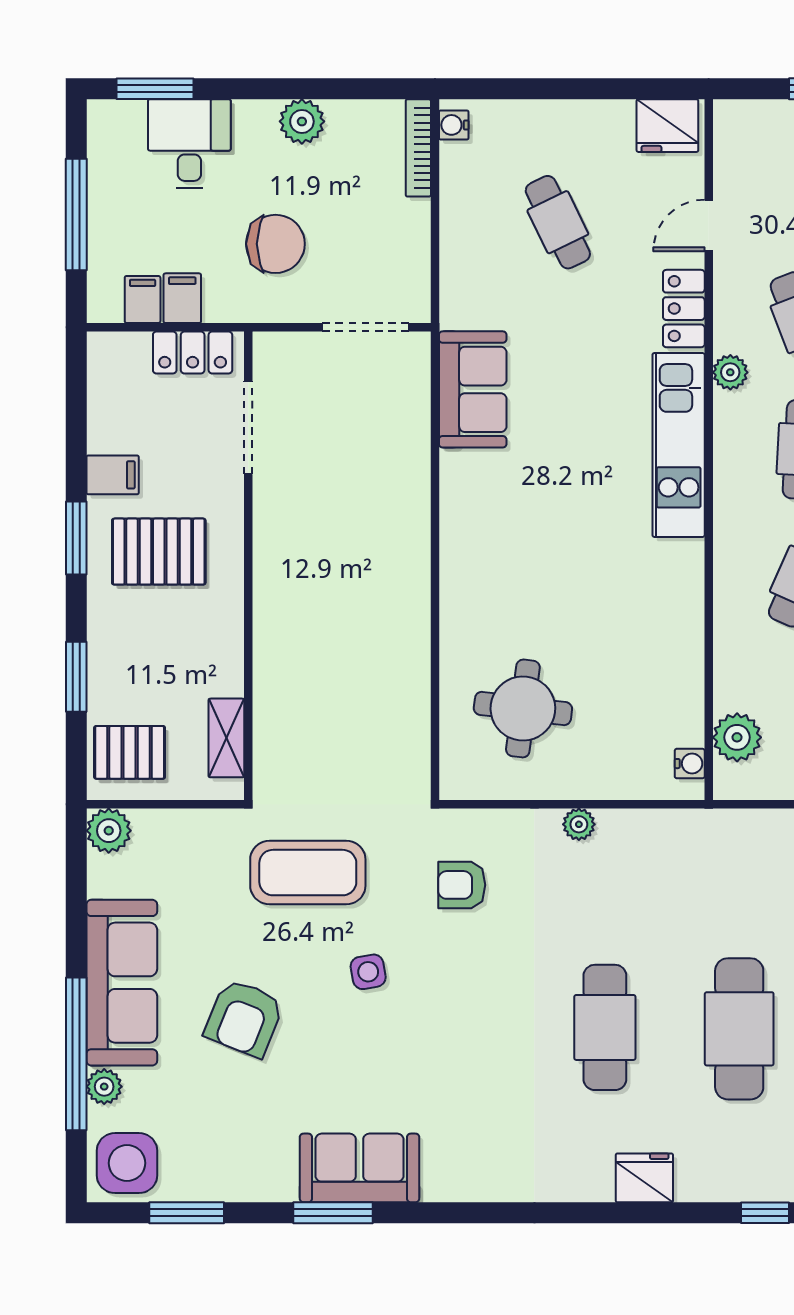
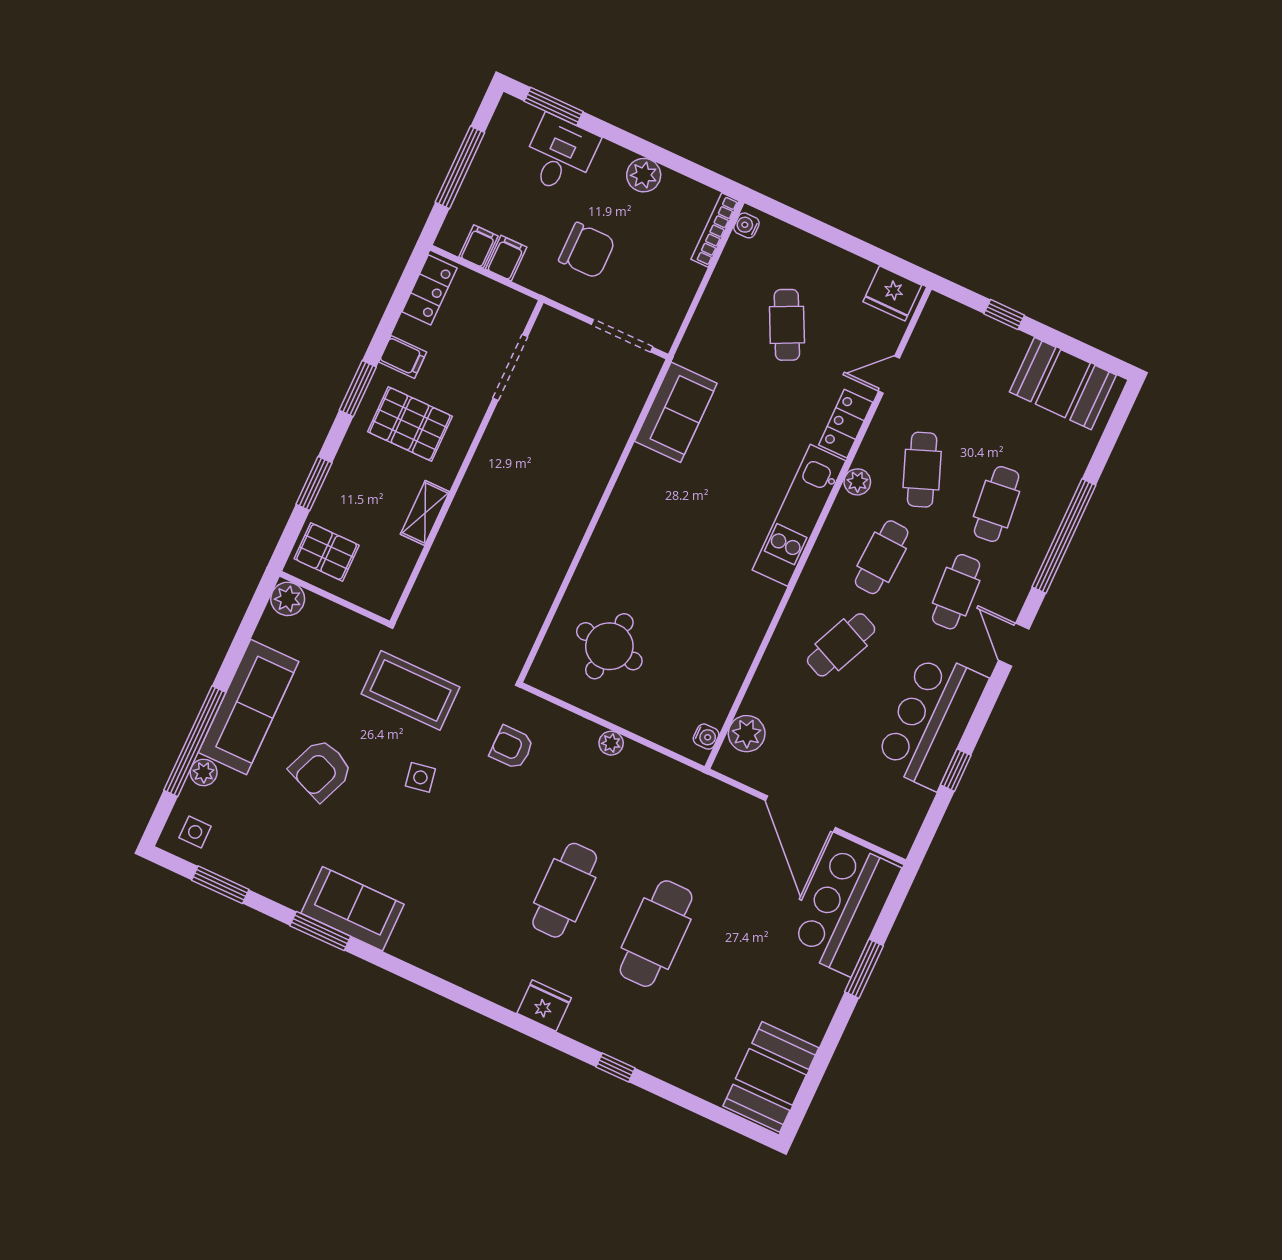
locker: (193, 353) -> (429, 290), moved, turned -90
shelving: (226, 738) -> (425, 513), moved
side table: (127, 1163) -> (195, 832), width x0.54, depth x0.54

